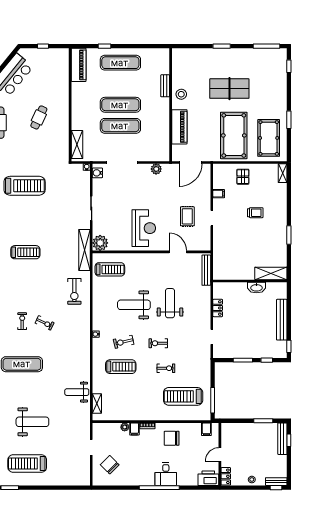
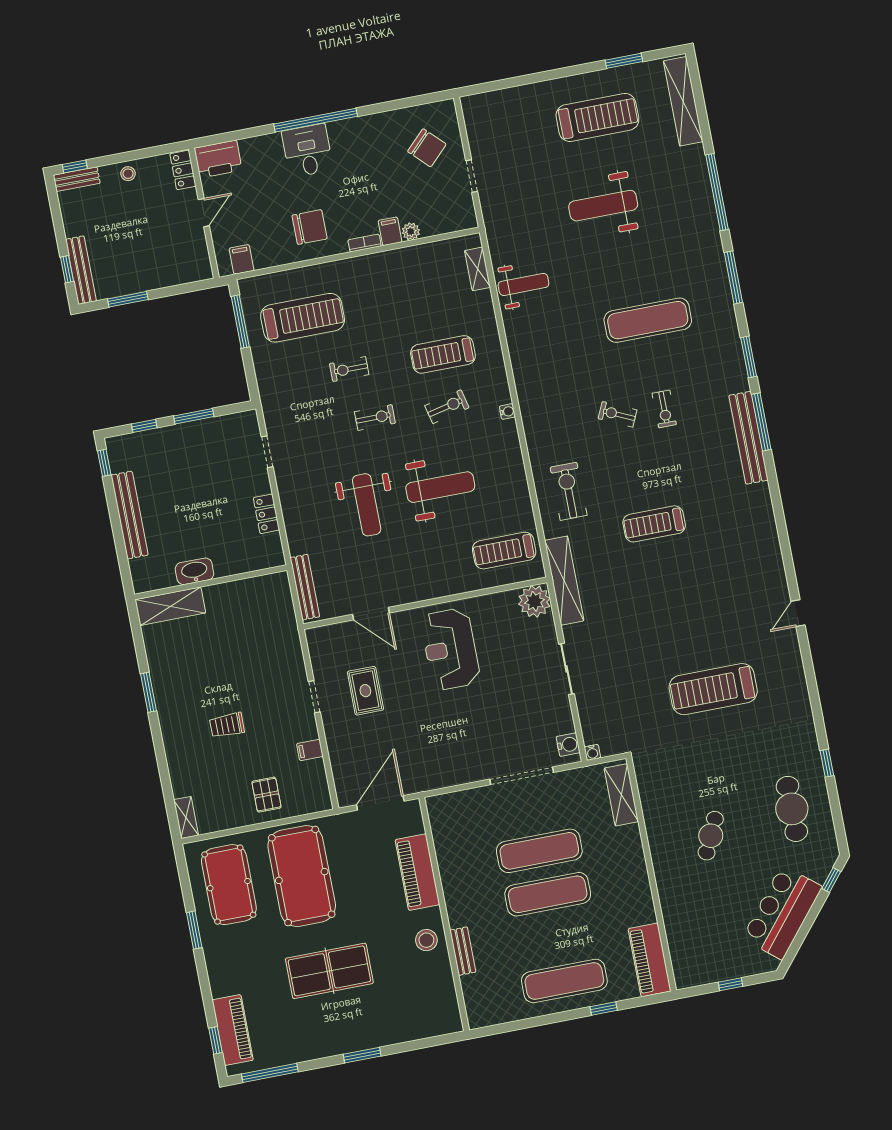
piano: (280, 70) -> (233, 1030), added
plant: (156, 169) -> (448, 776), removed
treadmill: (25, 252) -> (654, 524), moved

